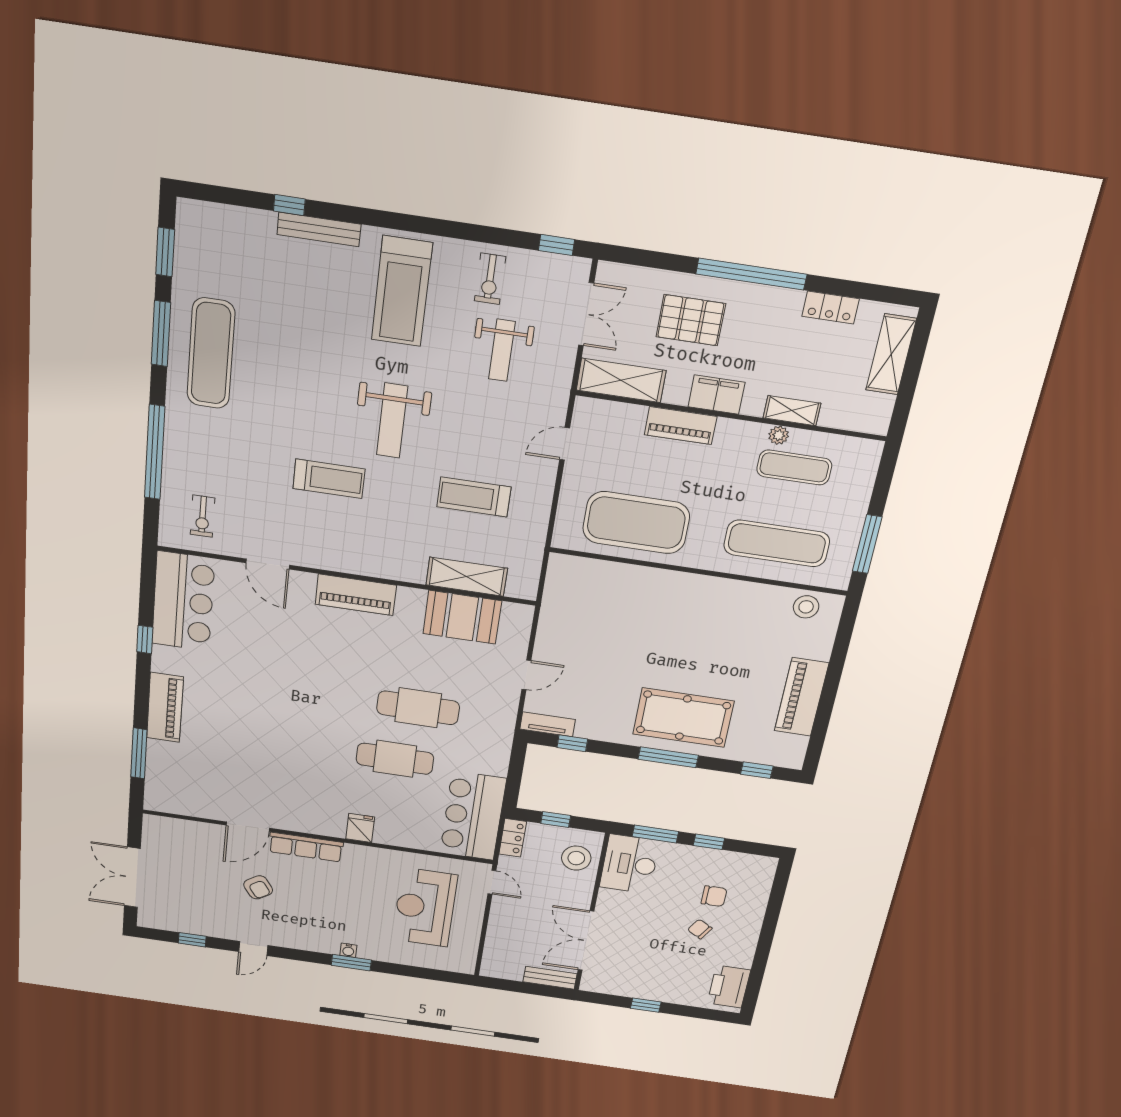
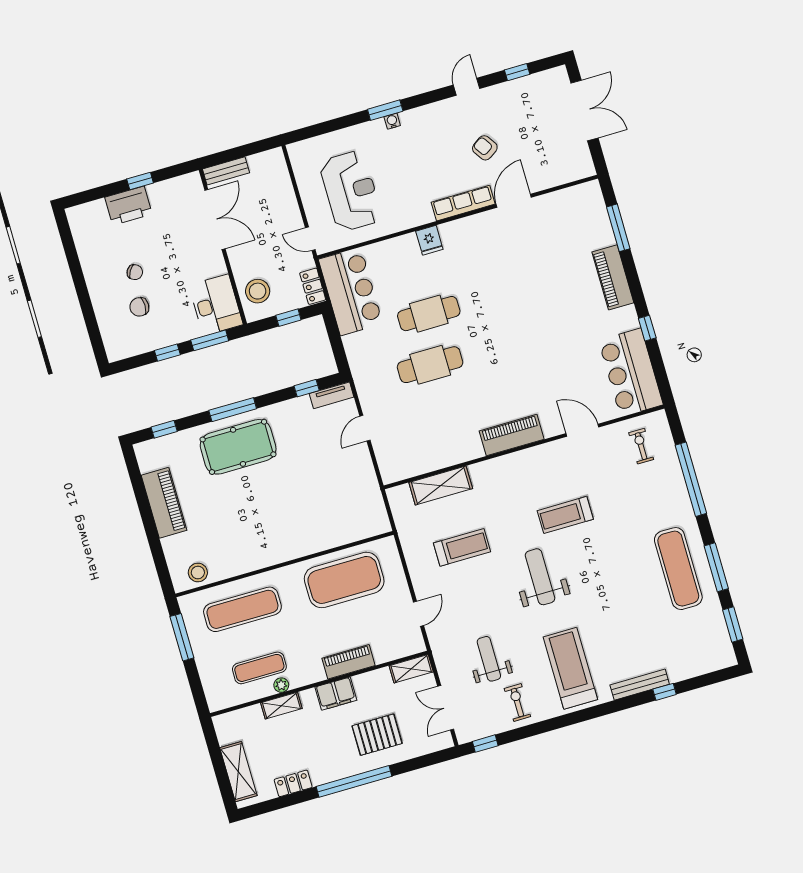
shelving: (621, 380) -> (411, 669), width x0.67, depth x0.75
booth: (462, 617) -> (430, 453), removed
printer: (729, 987) -> (128, 206), moved, turned 90

